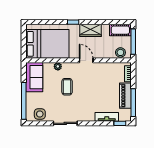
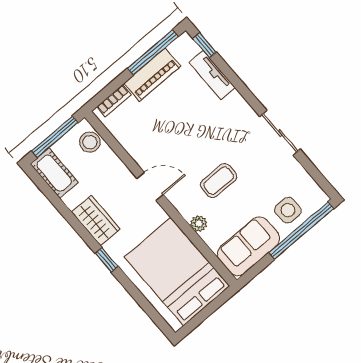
door: (86, 60) -> (150, 186), swing flipped
side table: (40, 114) -> (288, 210), moved

